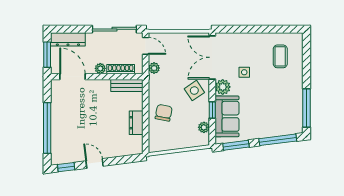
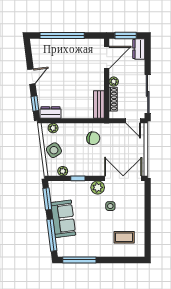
dresser: (68, 39) -> (139, 49), width x0.70
door: (146, 46) -> (133, 121), hinge flipped
plant: (154, 68) -> (53, 128), moved
side table: (194, 91) -> (54, 150), moved
chair: (164, 113) -> (93, 138), moved
sofa: (227, 116) -> (63, 219), moved, turned -97
dresser: (136, 123) -> (50, 113), moved
window: (66, 167) -> (35, 103), moved

